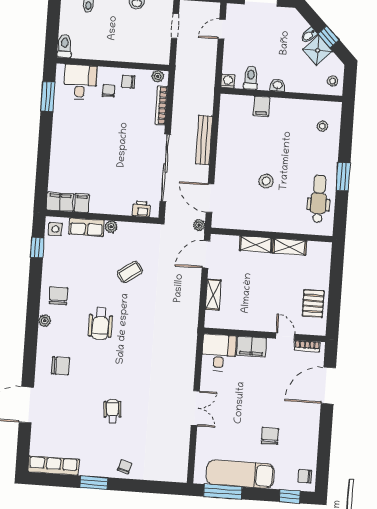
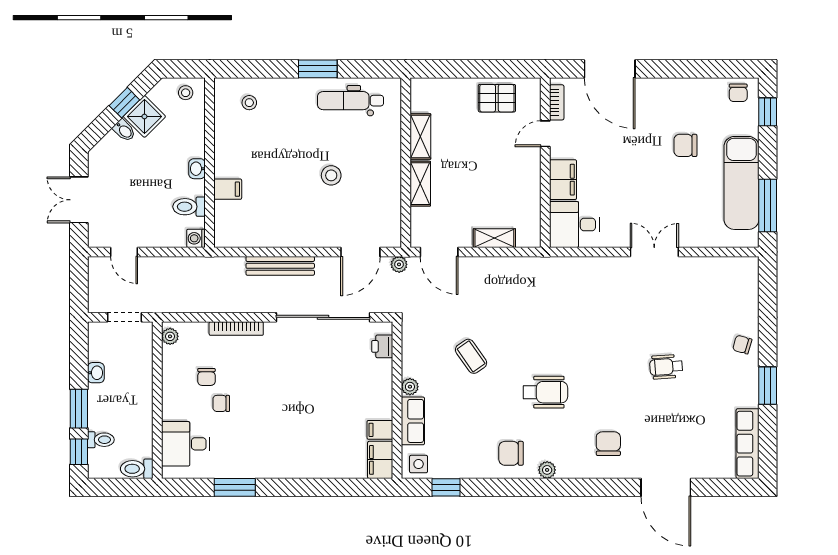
toilet: (65, 46) -> (137, 469), moved
wall: (113, 64) -> (157, 400), moved
plant: (158, 76) -> (170, 336), moved
desk: (80, 82) -> (186, 444), moved

